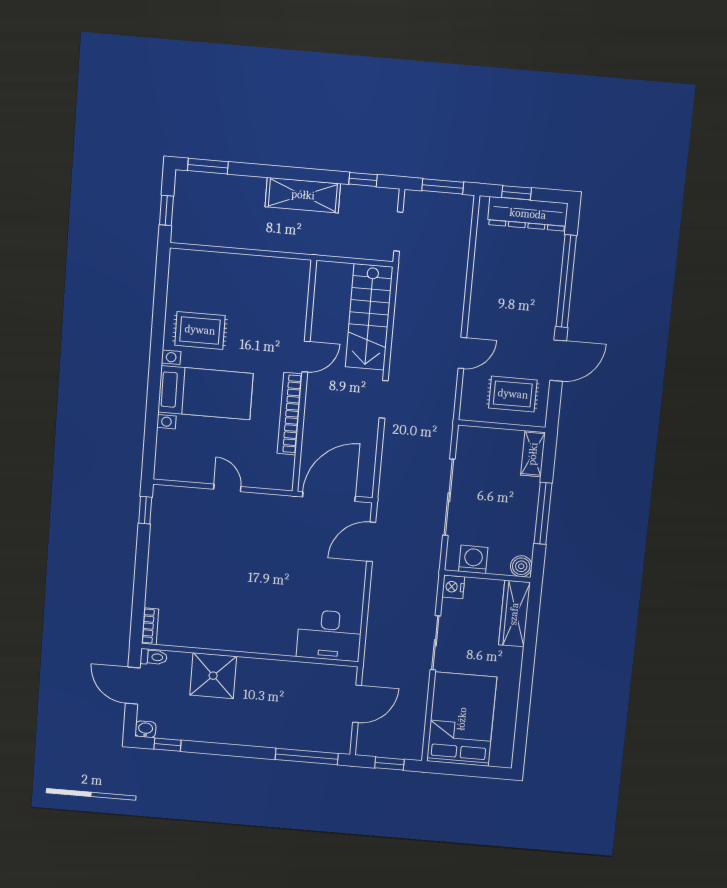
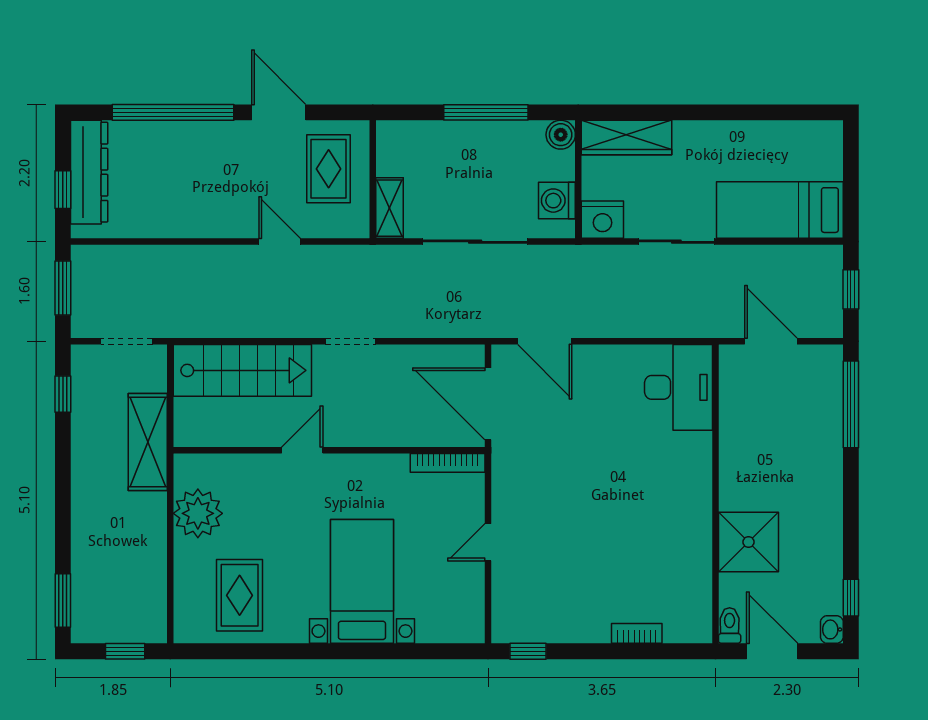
shelving: (303, 195) -> (148, 442), moved
plant: (265, 274) -> (198, 513), added
rug: (200, 330) -> (240, 595), moved
door: (306, 357) -> (302, 450), hinge flipped
bookcase: (290, 414) -> (448, 463), moved, width x0.68, depth x0.76
shelving: (533, 454) -> (390, 208), moved, turned 90
nightstand: (453, 587) -> (602, 220), width x1.36, depth x1.33
bookcase: (150, 626) -> (637, 633), moved
door: (133, 686) -> (772, 651), swing flipped
bed: (462, 719) -> (780, 210), width x0.67

